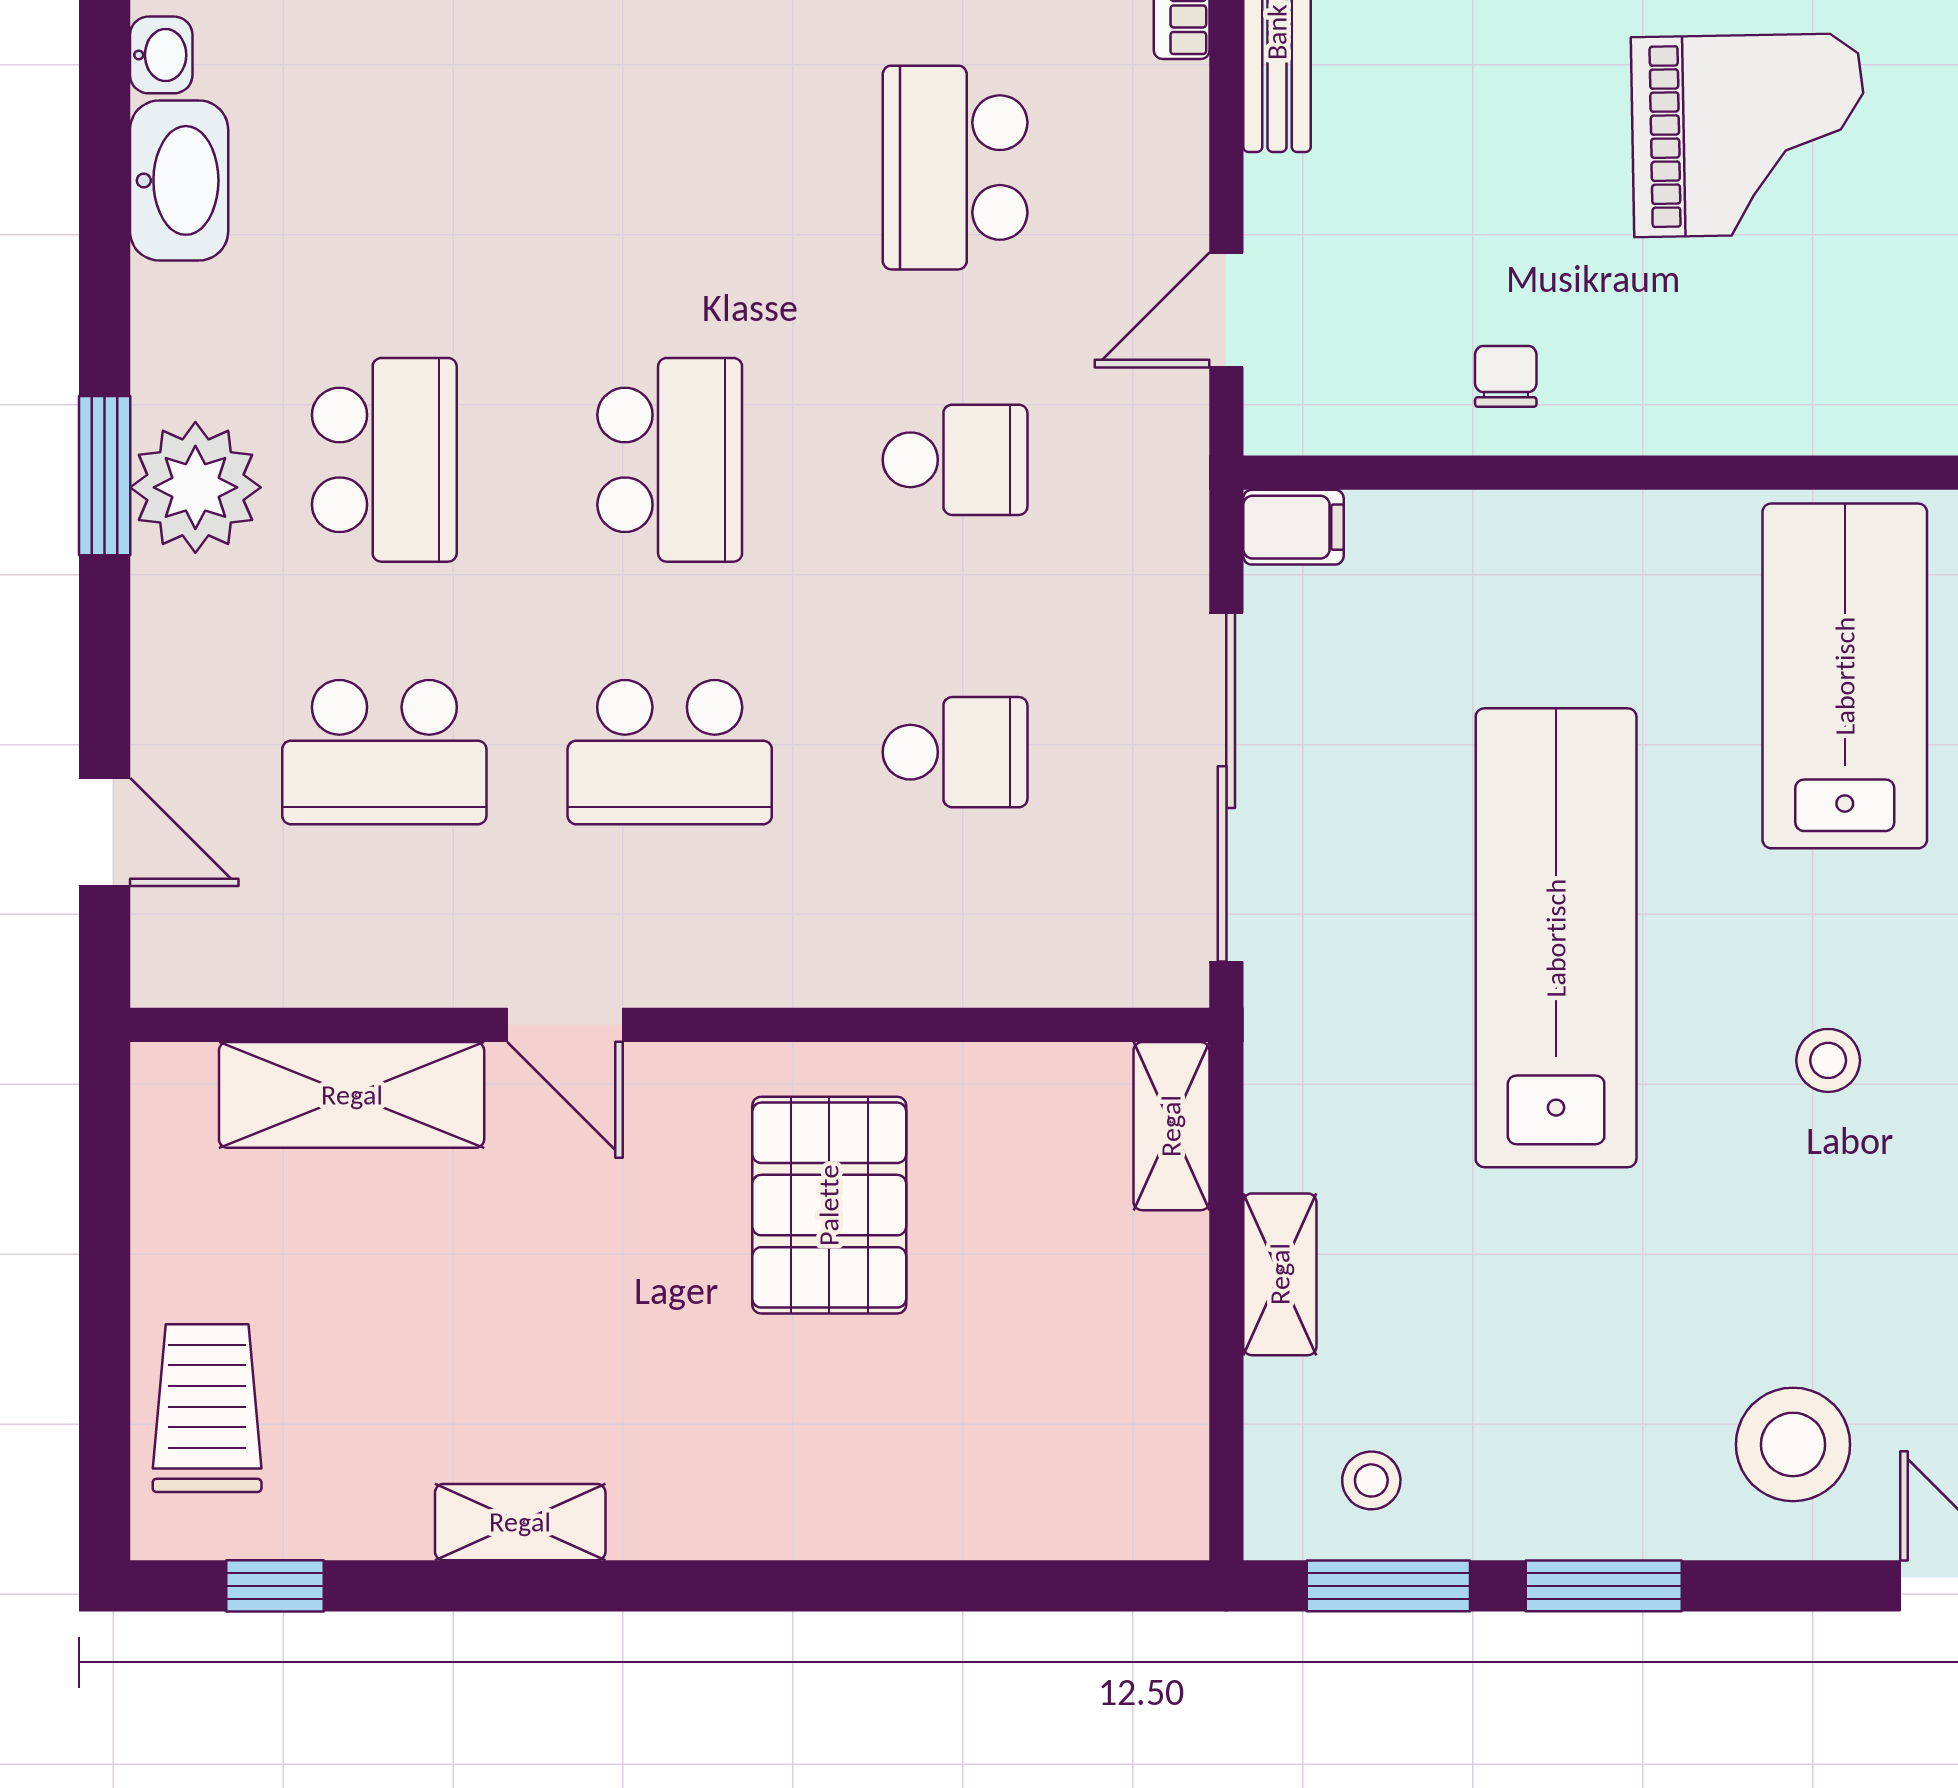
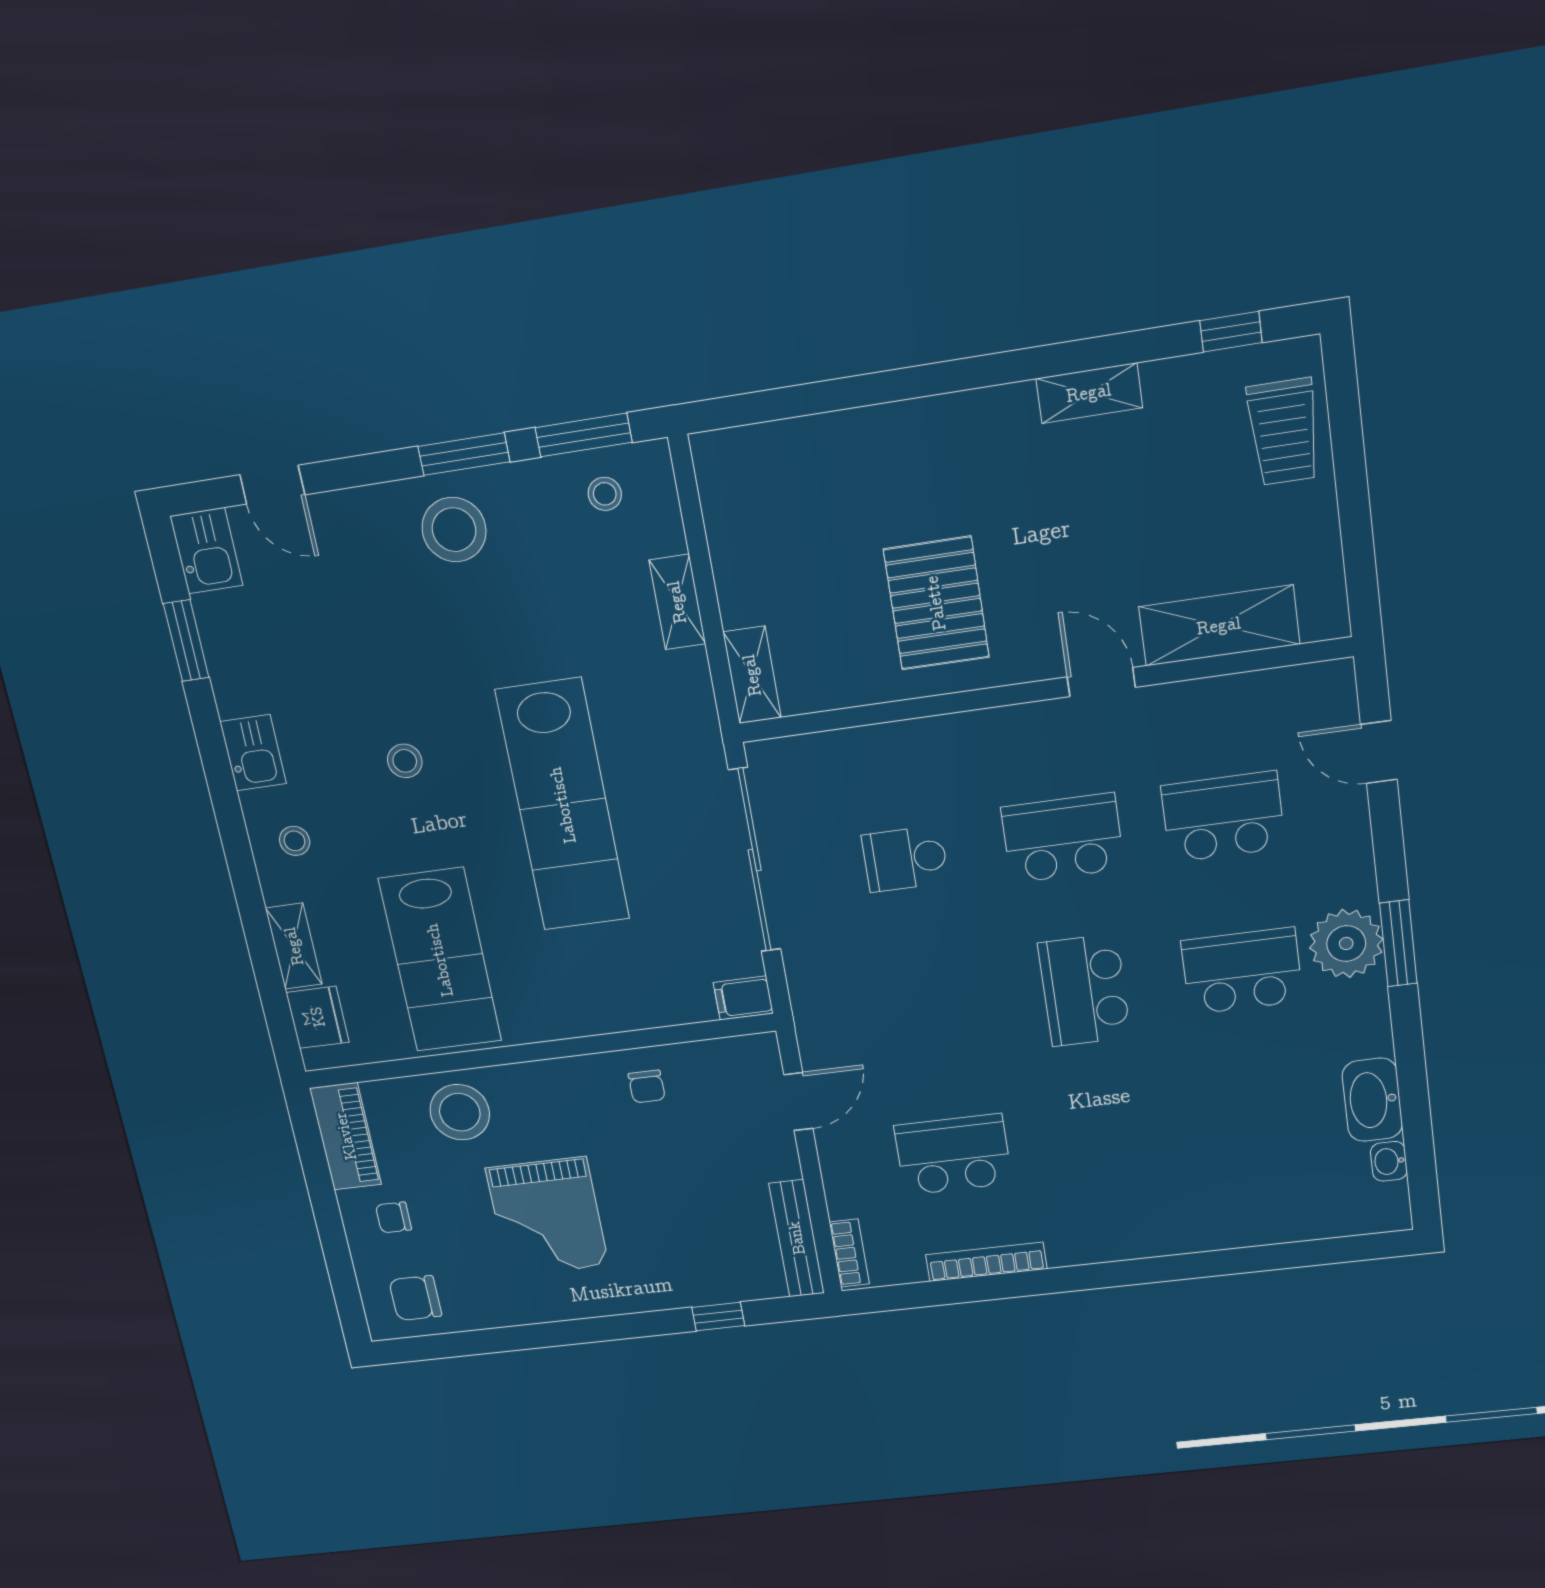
grand piano: (1748, 135) -> (547, 1217), turned -89
school desk: (955, 168) -> (953, 1155), turned -90
stool: (1873, 370) -> (460, 1112), added
school desk: (384, 460) -> (1242, 971), turned 90
school desk: (955, 460) -> (930, 1009), removed
stool: (1793, 1444) -> (454, 530), moved

